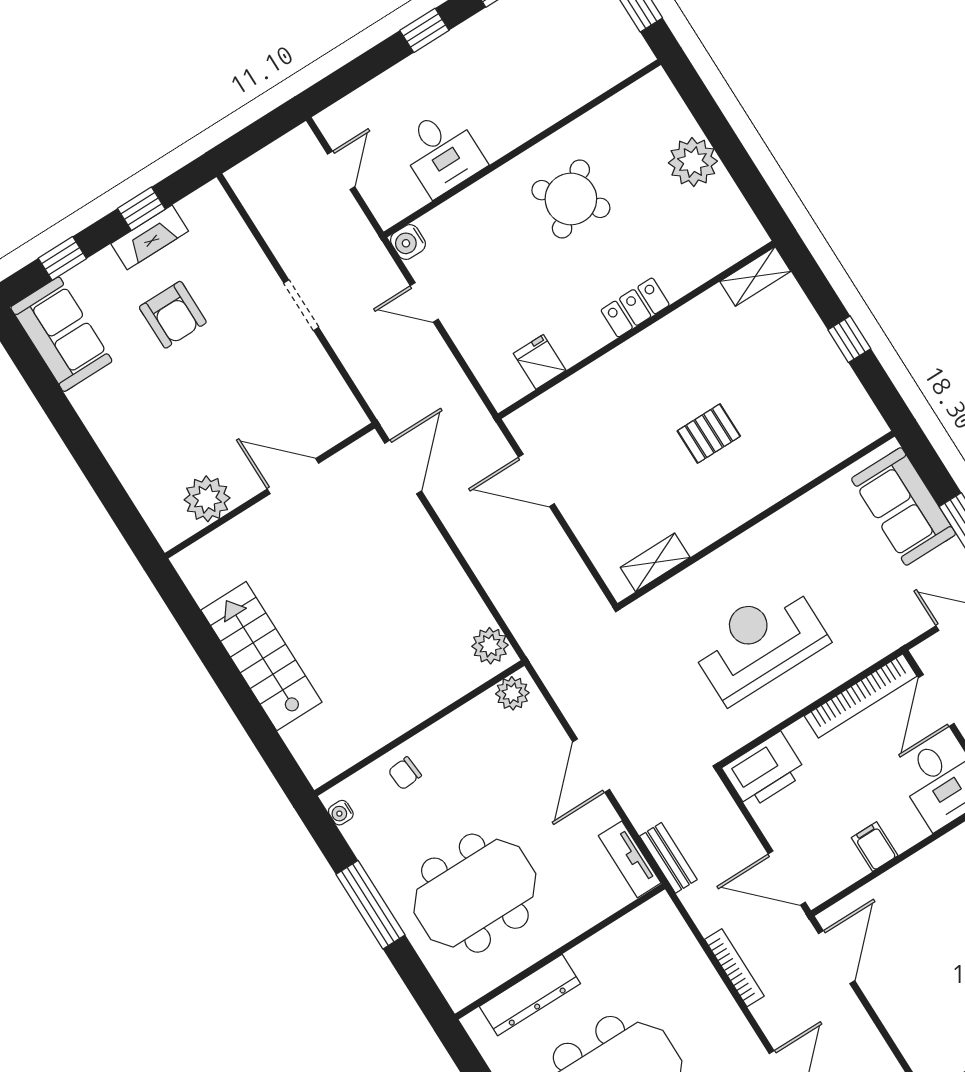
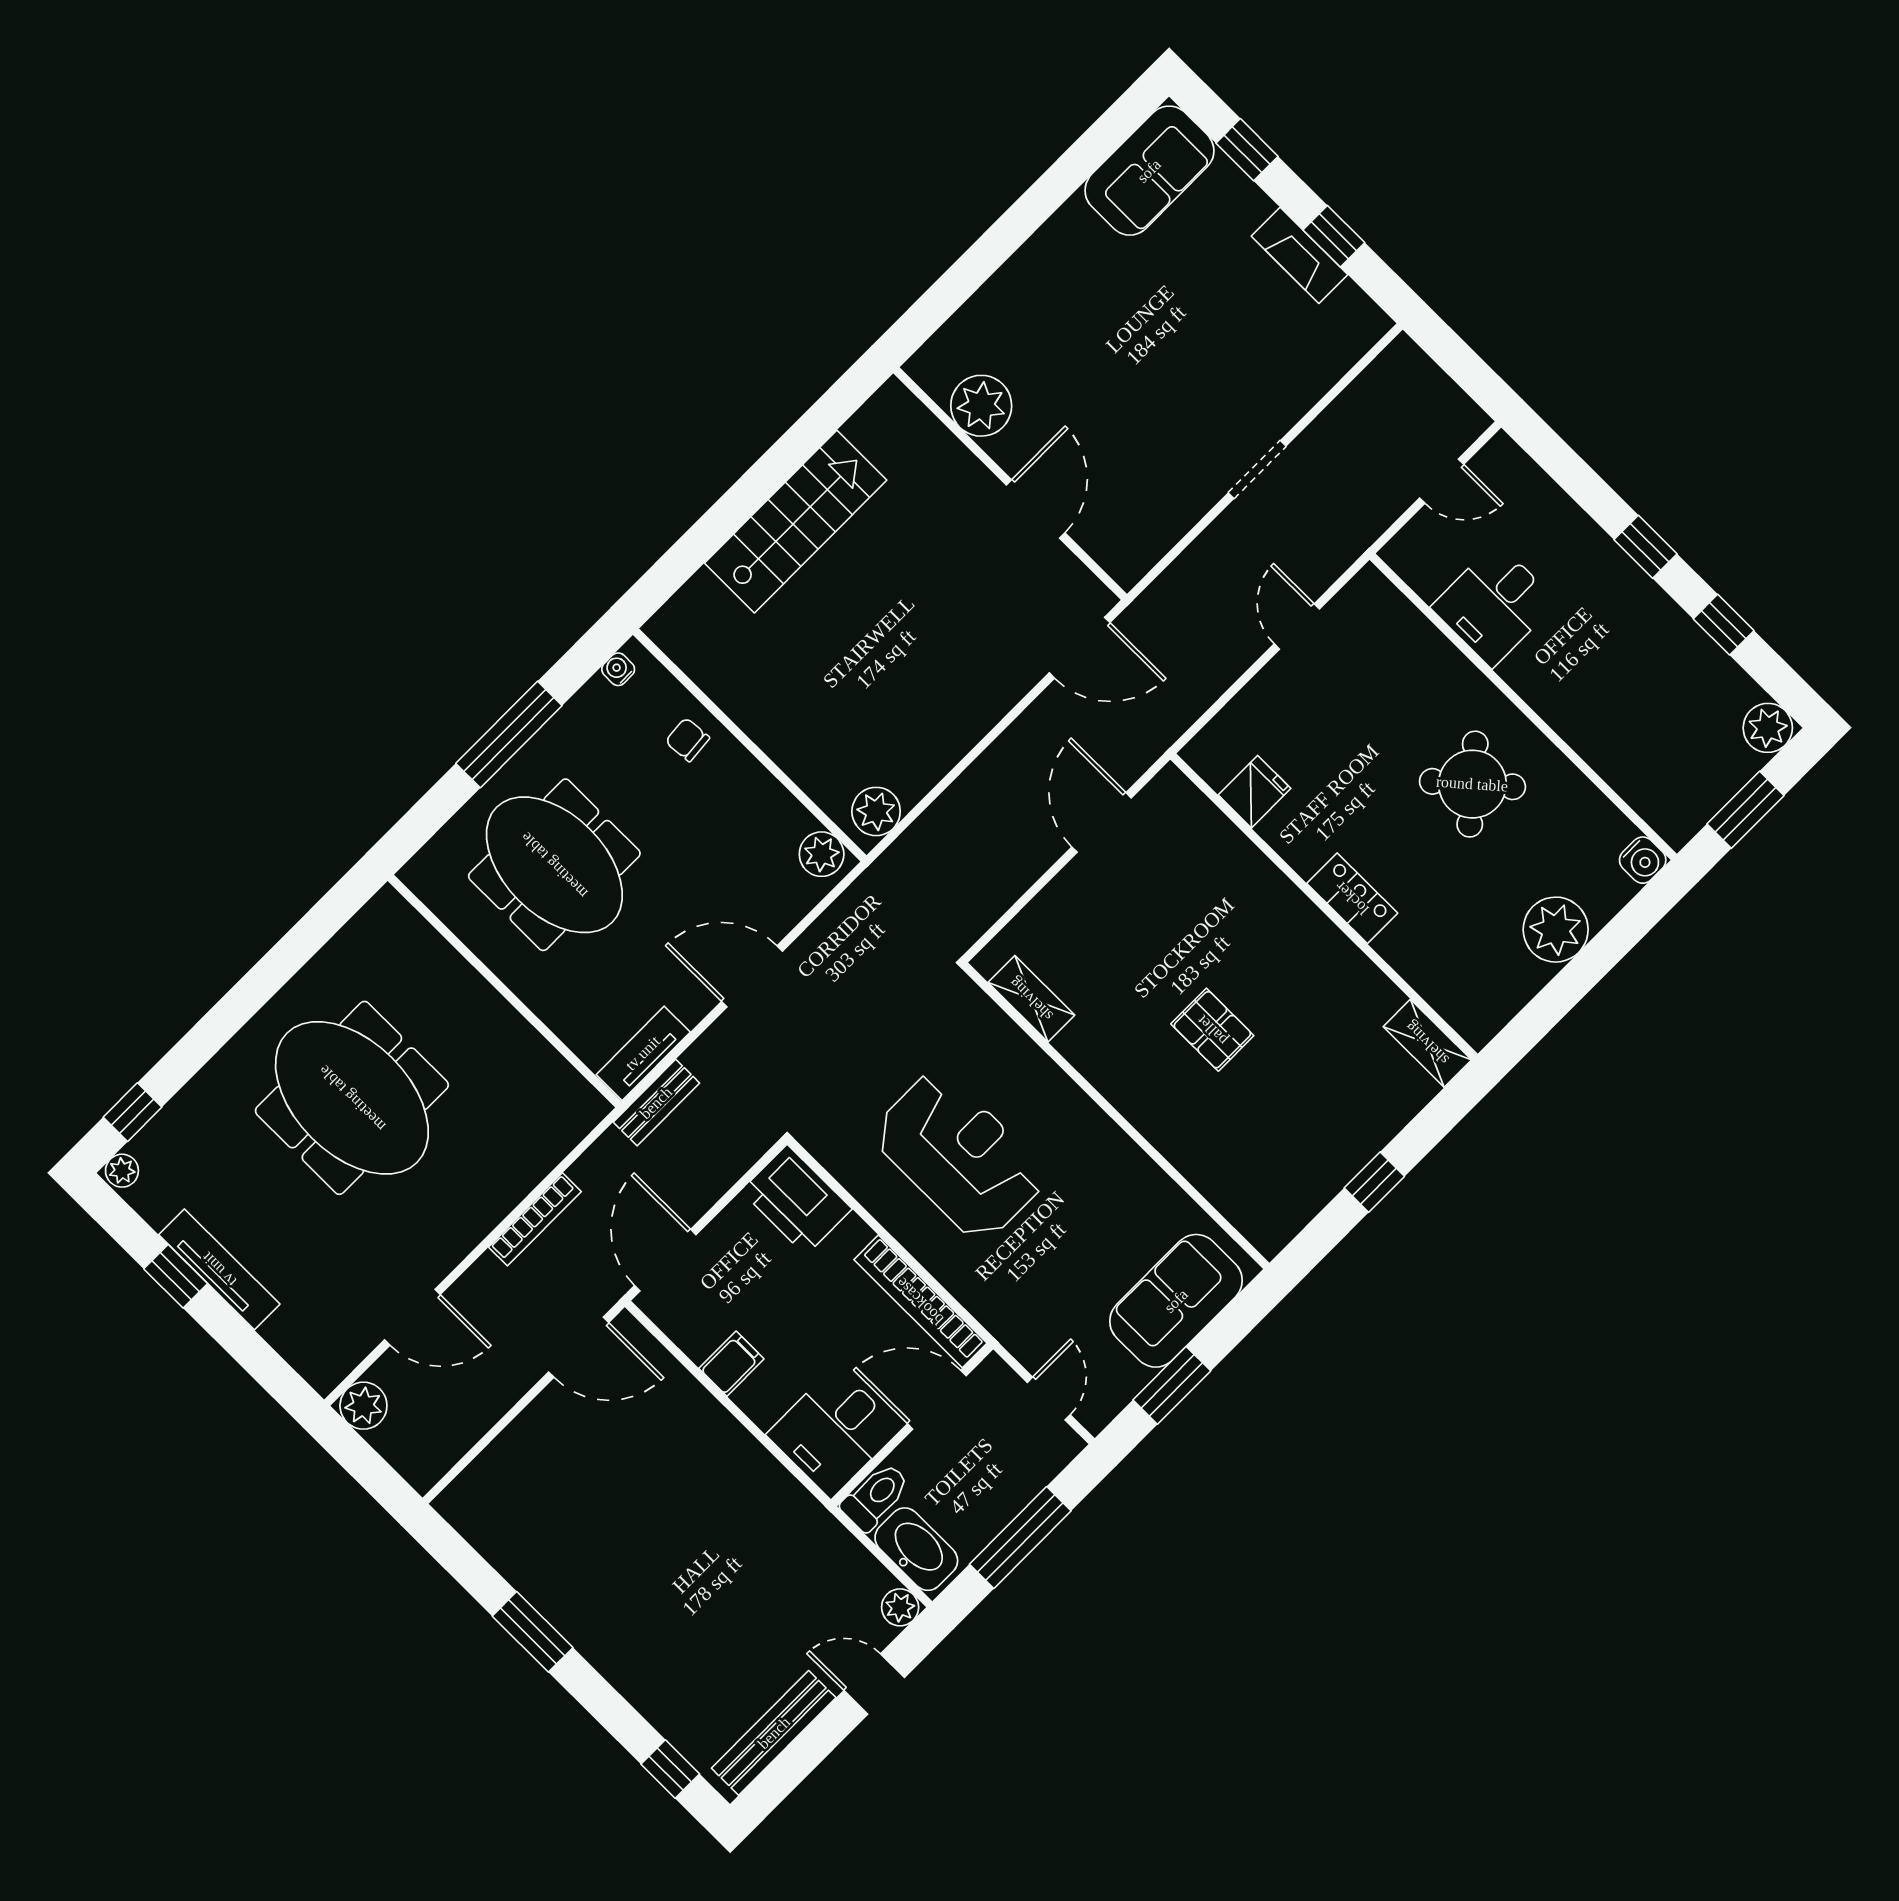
water cooler: (408, 242) -> (1643, 860), moved, turned 180
armchair: (173, 315) -> (1207, 308), removed
dresser: (530, 995) -> (440, 965), removed

